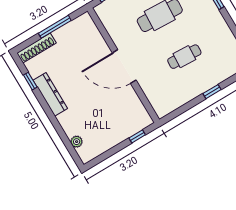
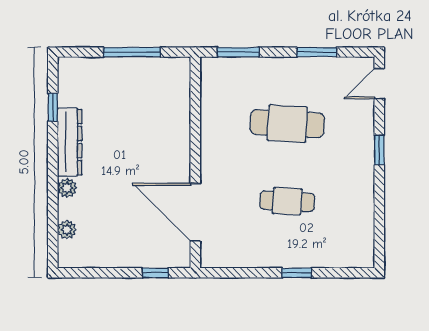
shoe rack: (37, 48) -> (89, 66), removed
door: (124, 67) -> (195, 212), moved
plant: (63, 119) -> (67, 188), added

